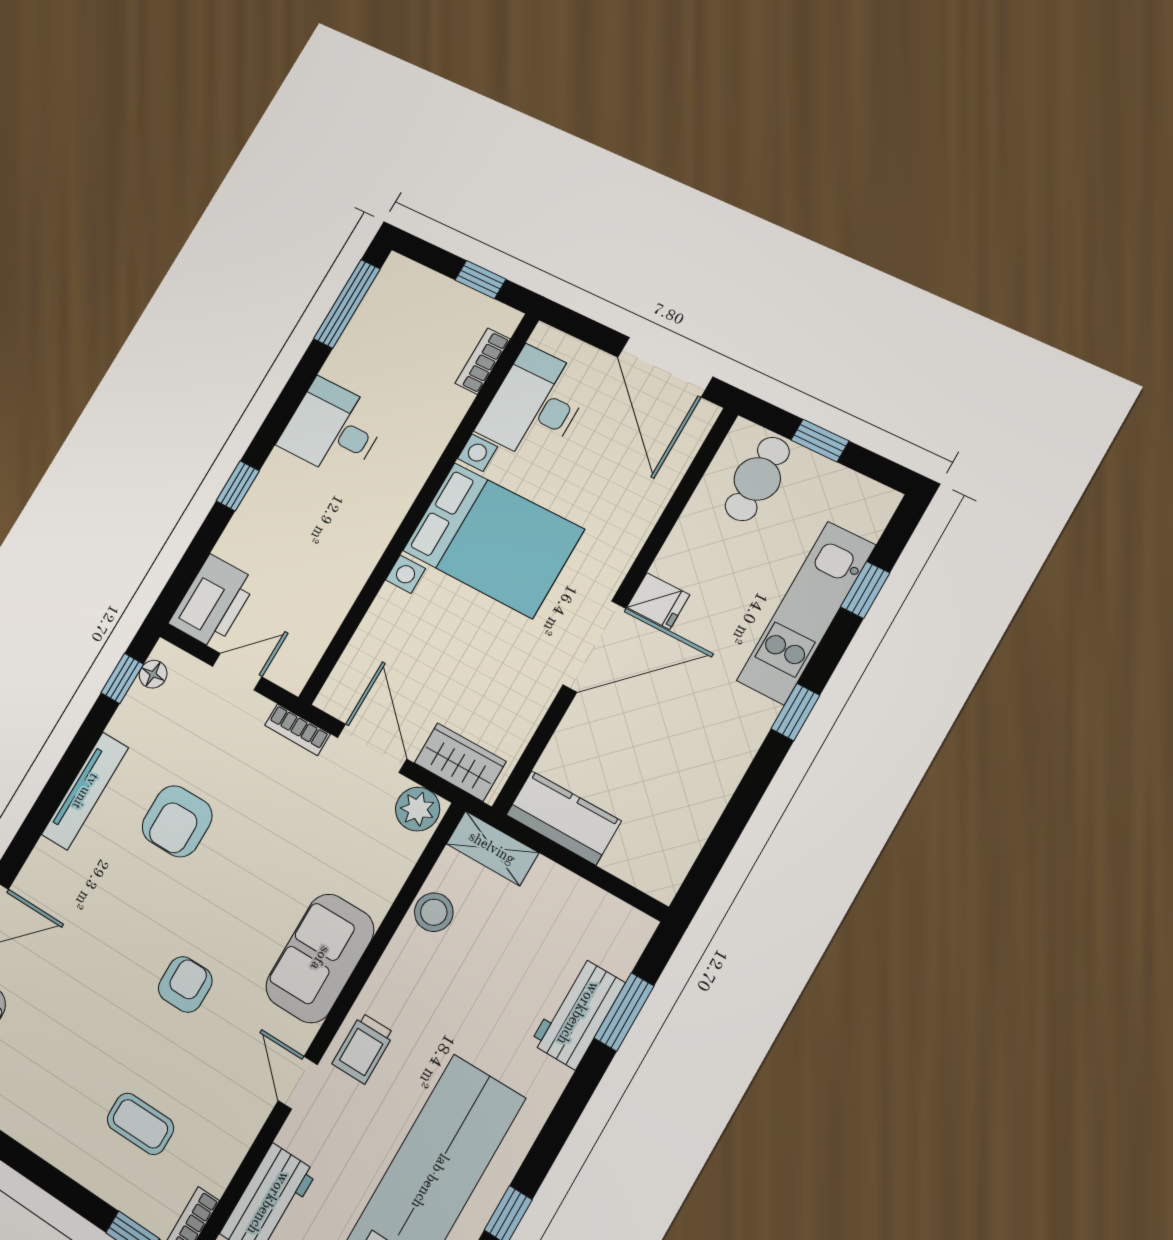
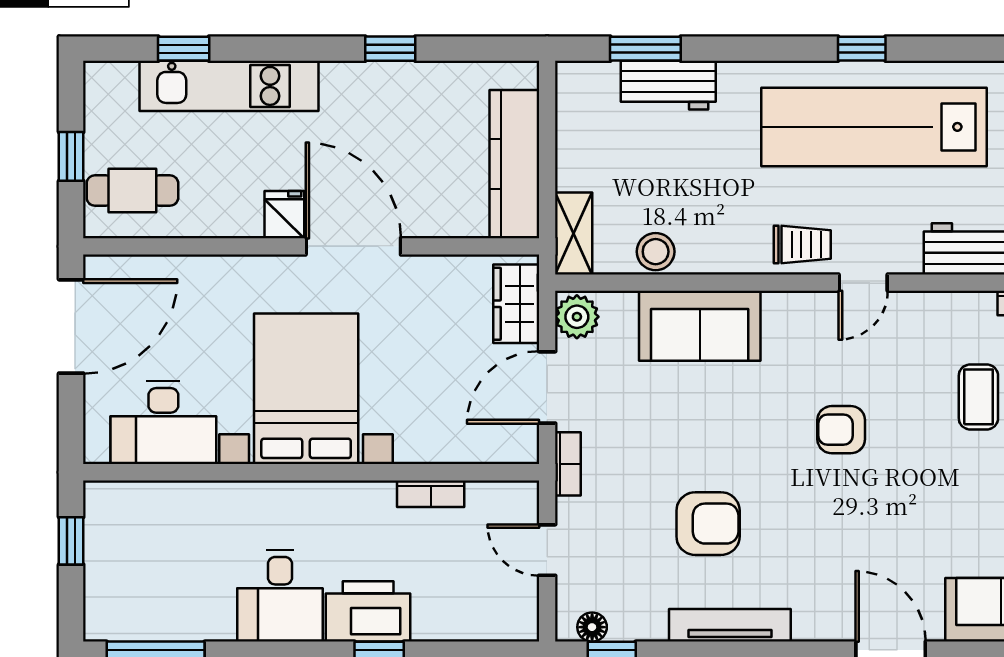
bookcase: (483, 361) -> (431, 494), moved
printer: (213, 602) -> (368, 611), moved
window: (795, 712) -> (390, 49), moved
kitchen counter: (563, 818) -> (514, 164), width x1.50
sofa: (320, 958) -> (700, 326), moved

